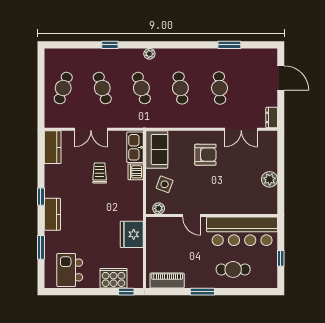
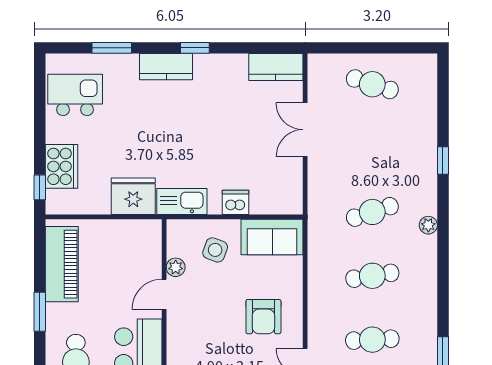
cafe table: (102, 88) -> (372, 148), removed
kitchen sink: (135, 147) -> (182, 202), moved
trolley: (100, 173) -> (234, 144), removed
plant: (159, 208) -> (176, 267), moved
piano: (167, 281) -> (62, 264), width x1.37, depth x1.33

